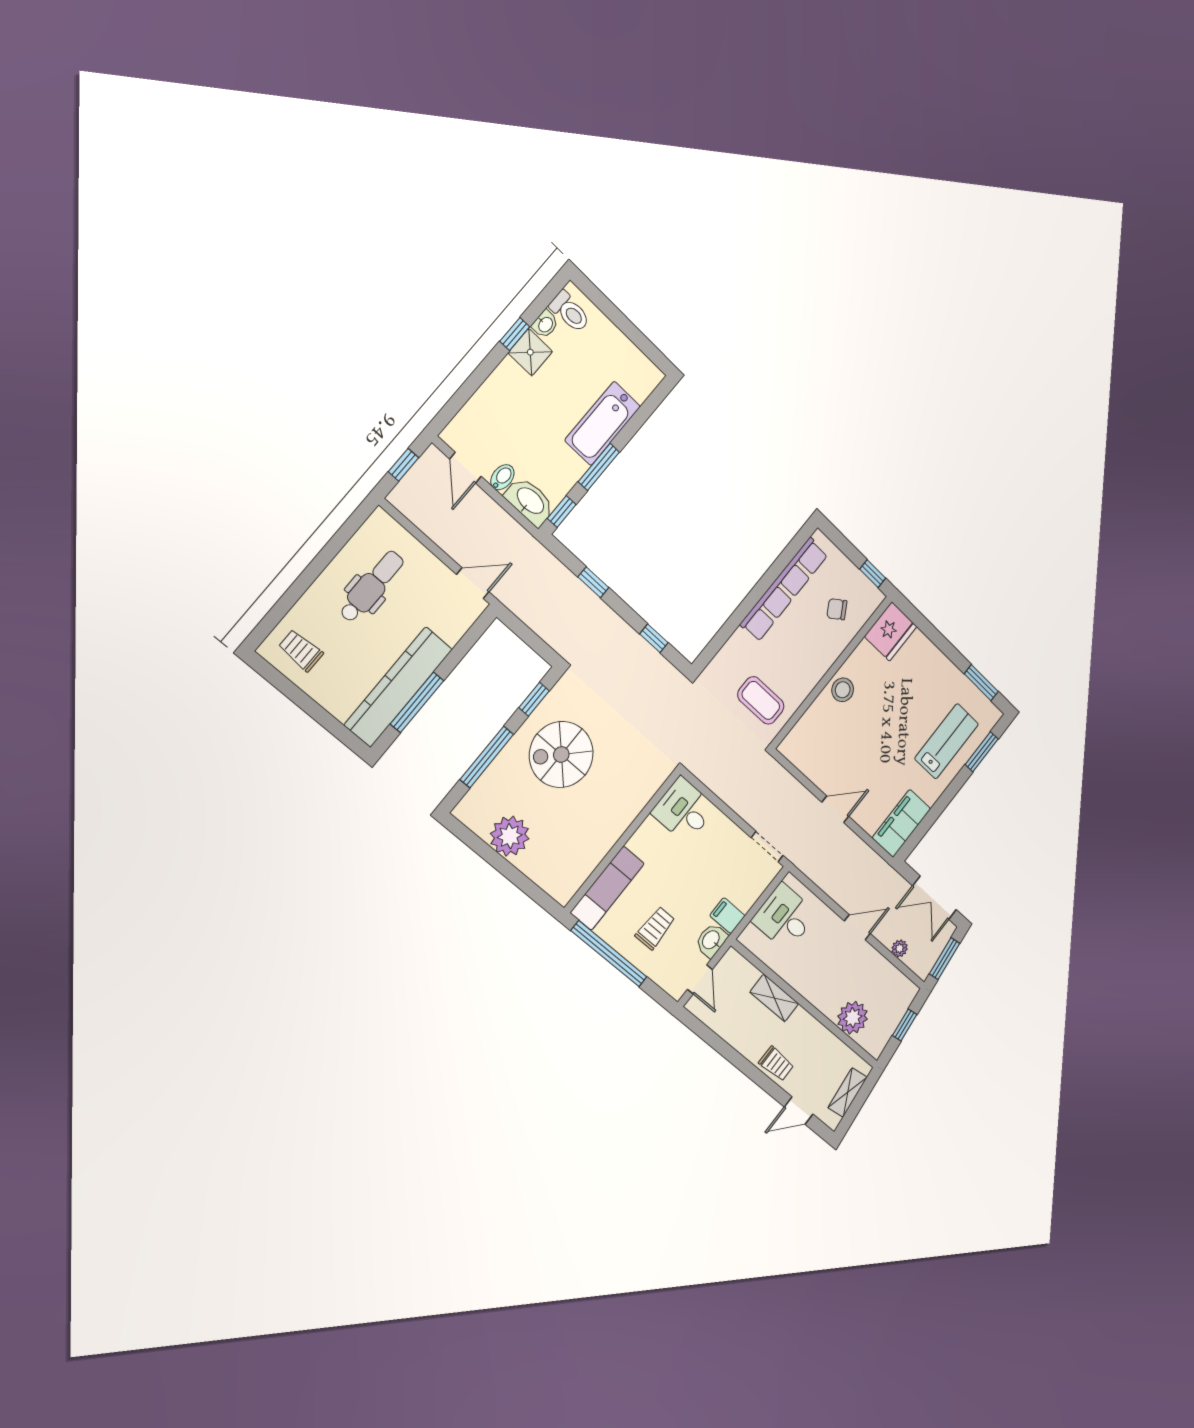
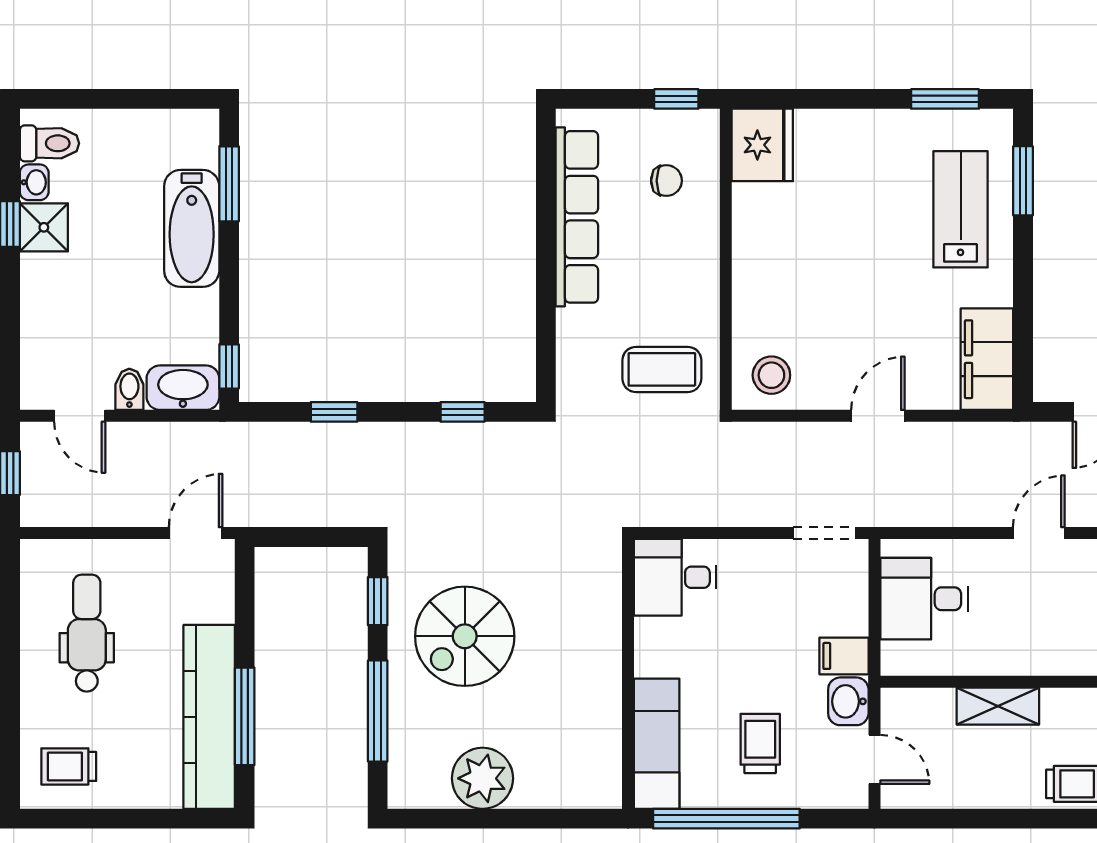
window: (599, 467) -> (229, 184), moved
chair: (837, 609) -> (666, 181), turned -146
stool: (843, 690) -> (771, 375), moved

